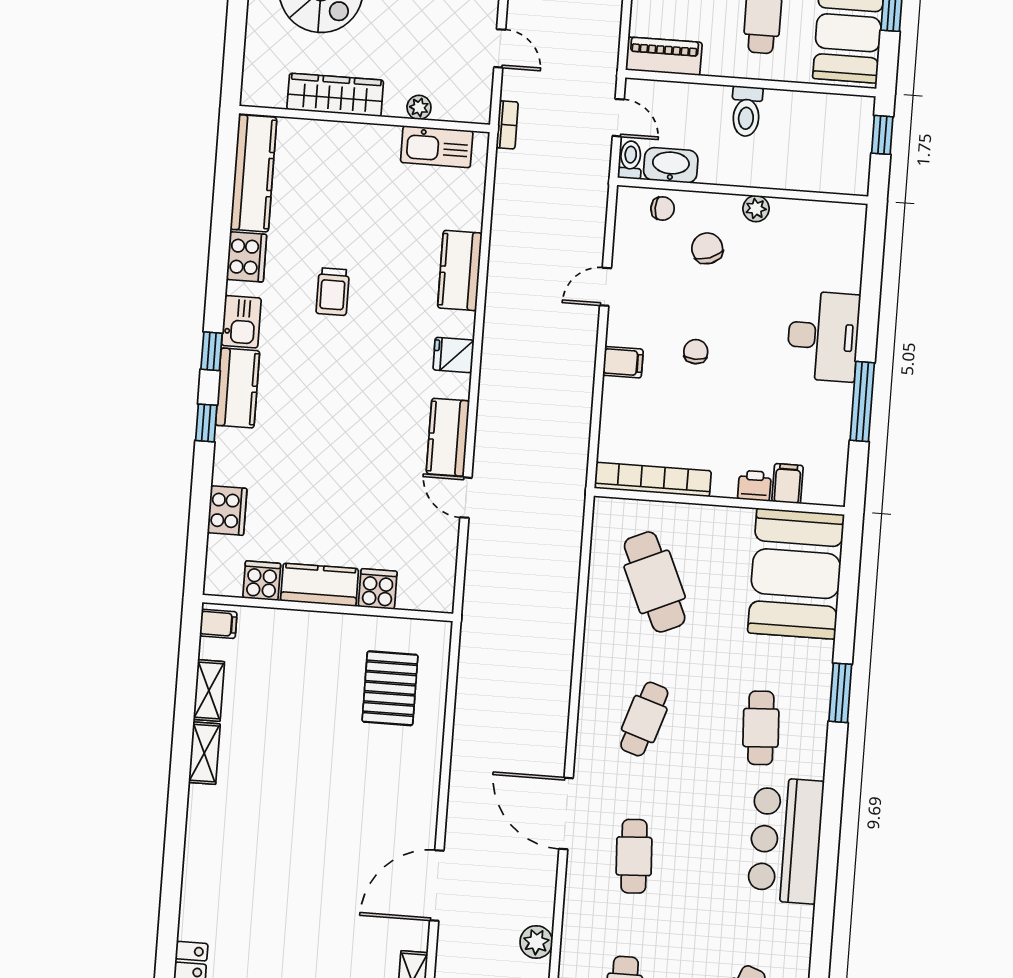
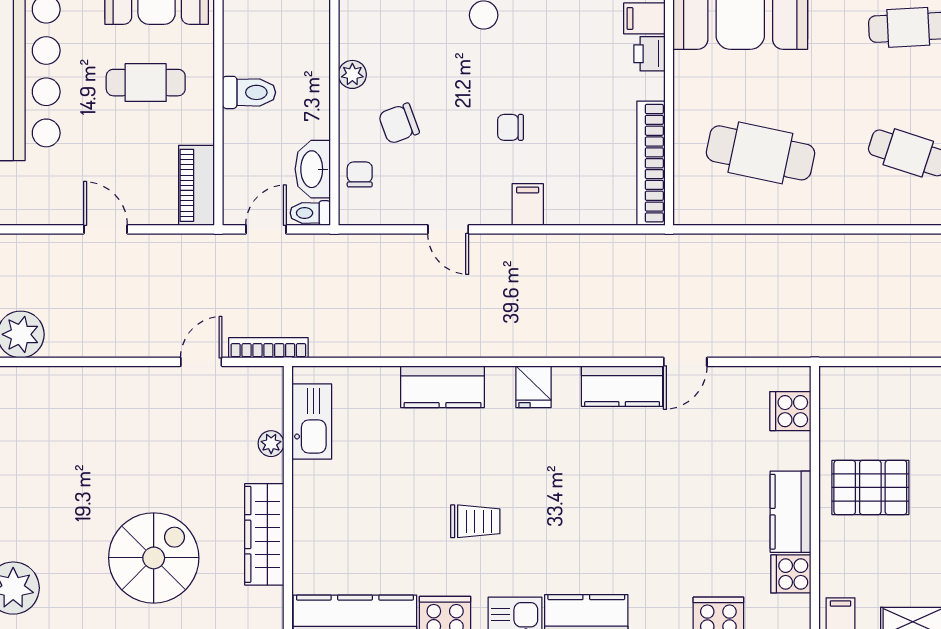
bookcase: (507, 125) -> (268, 348), width x1.56
cafe table: (655, 582) -> (760, 153), turned 36
cooker: (378, 589) -> (790, 411), moved
pallet: (390, 688) -> (870, 487), moved

